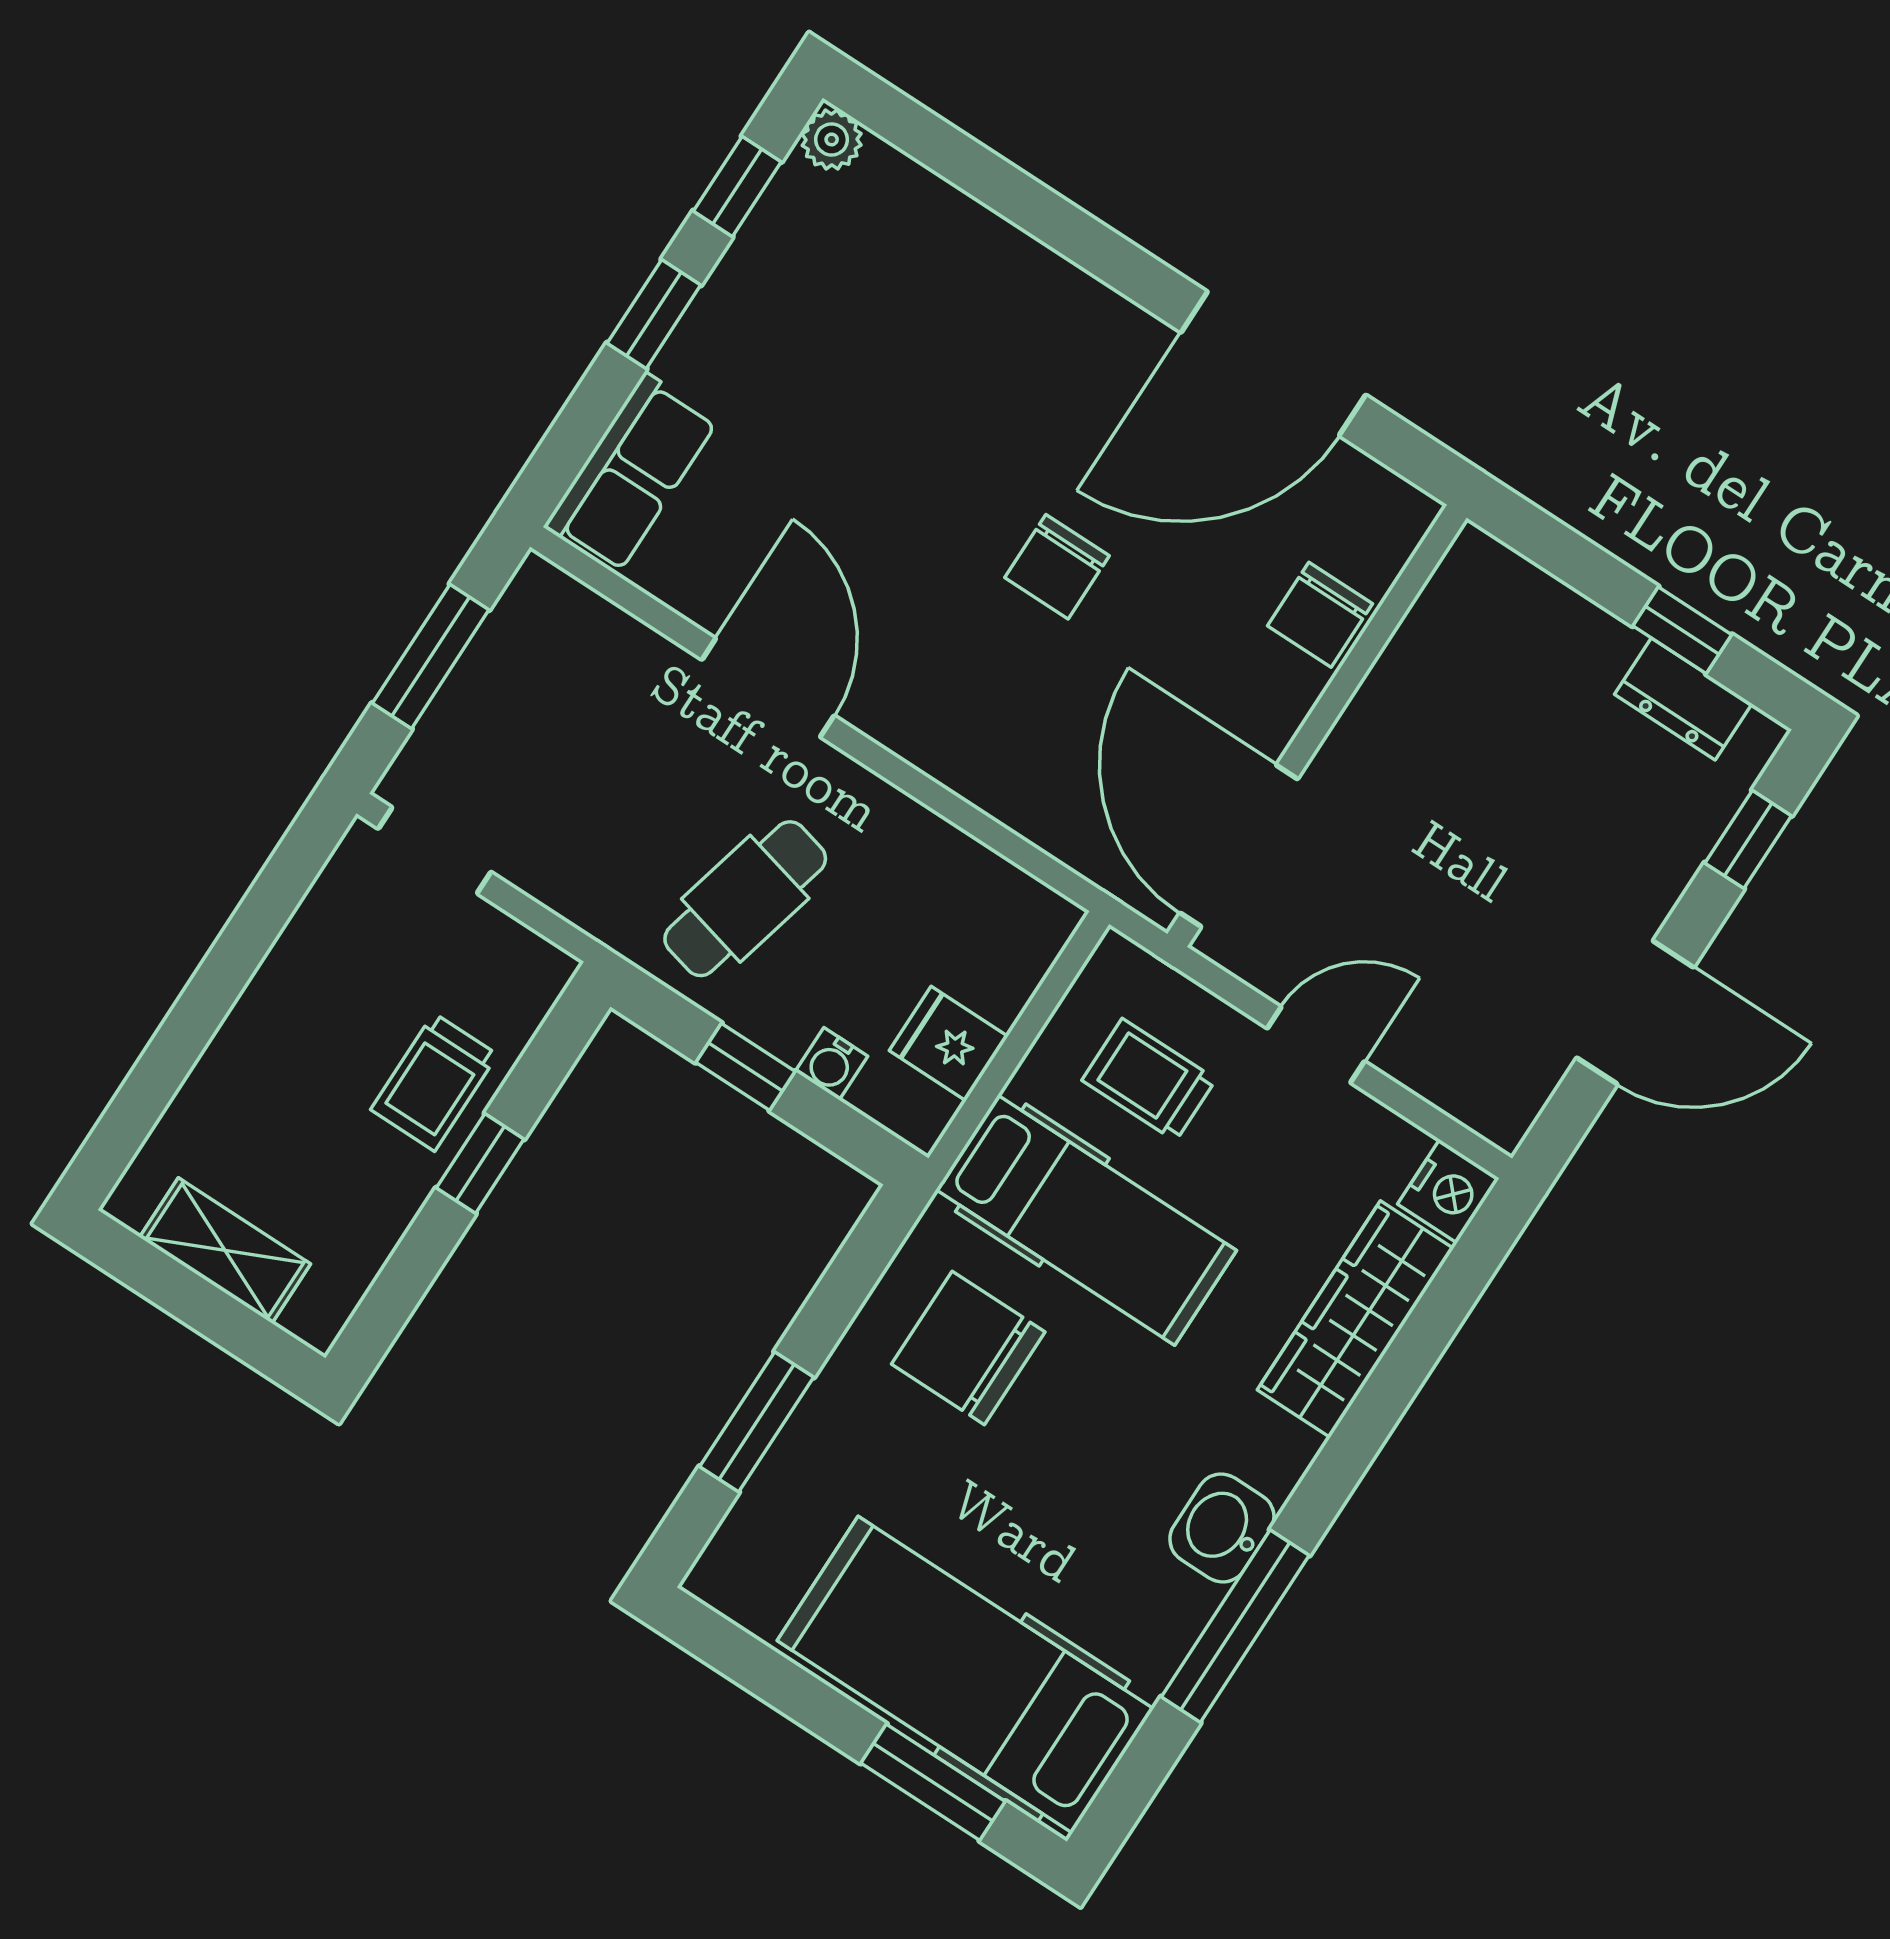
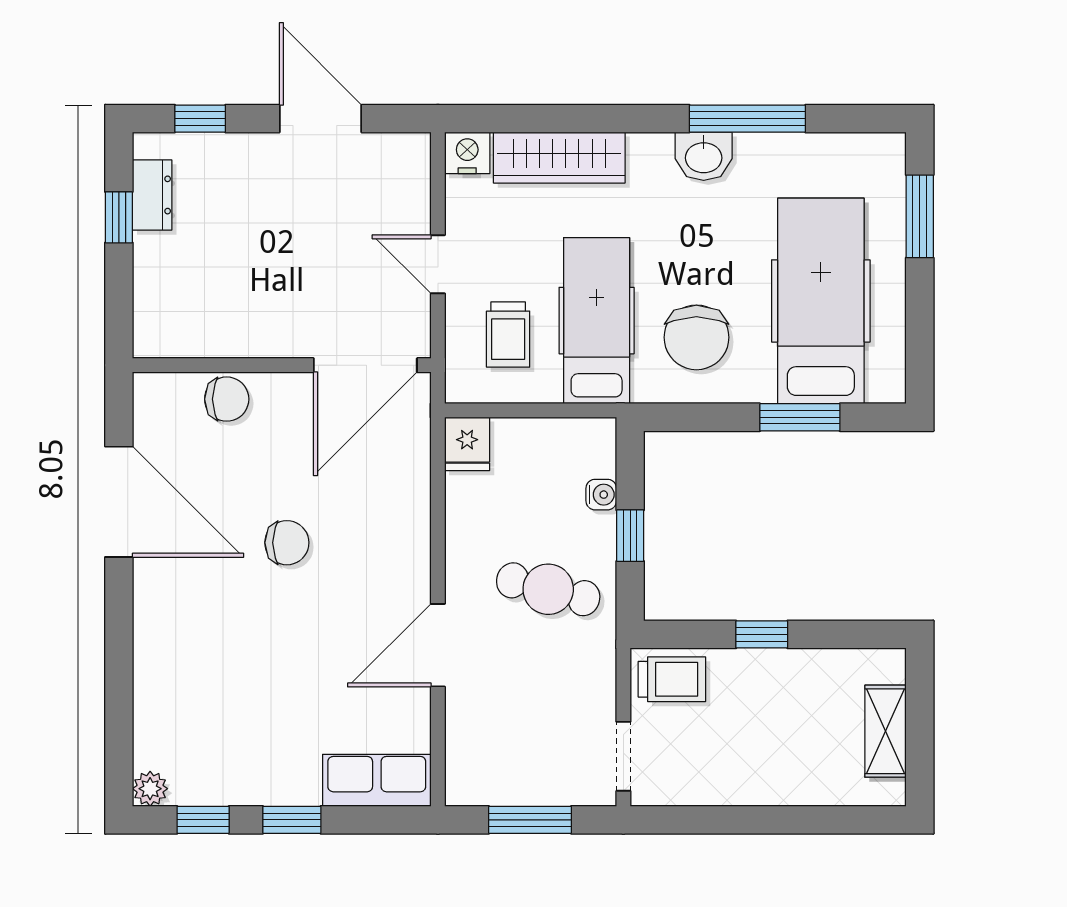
fridge: (949, 1043) -> (467, 444), moved
trolley: (434, 1082) -> (672, 679), moved
hospital bed: (965, 1675) -> (821, 301), moved, turned 180

